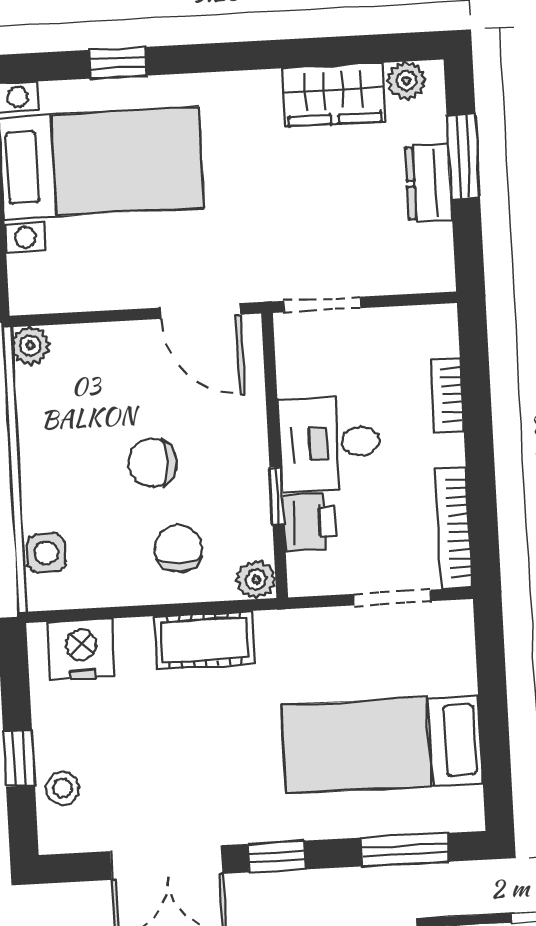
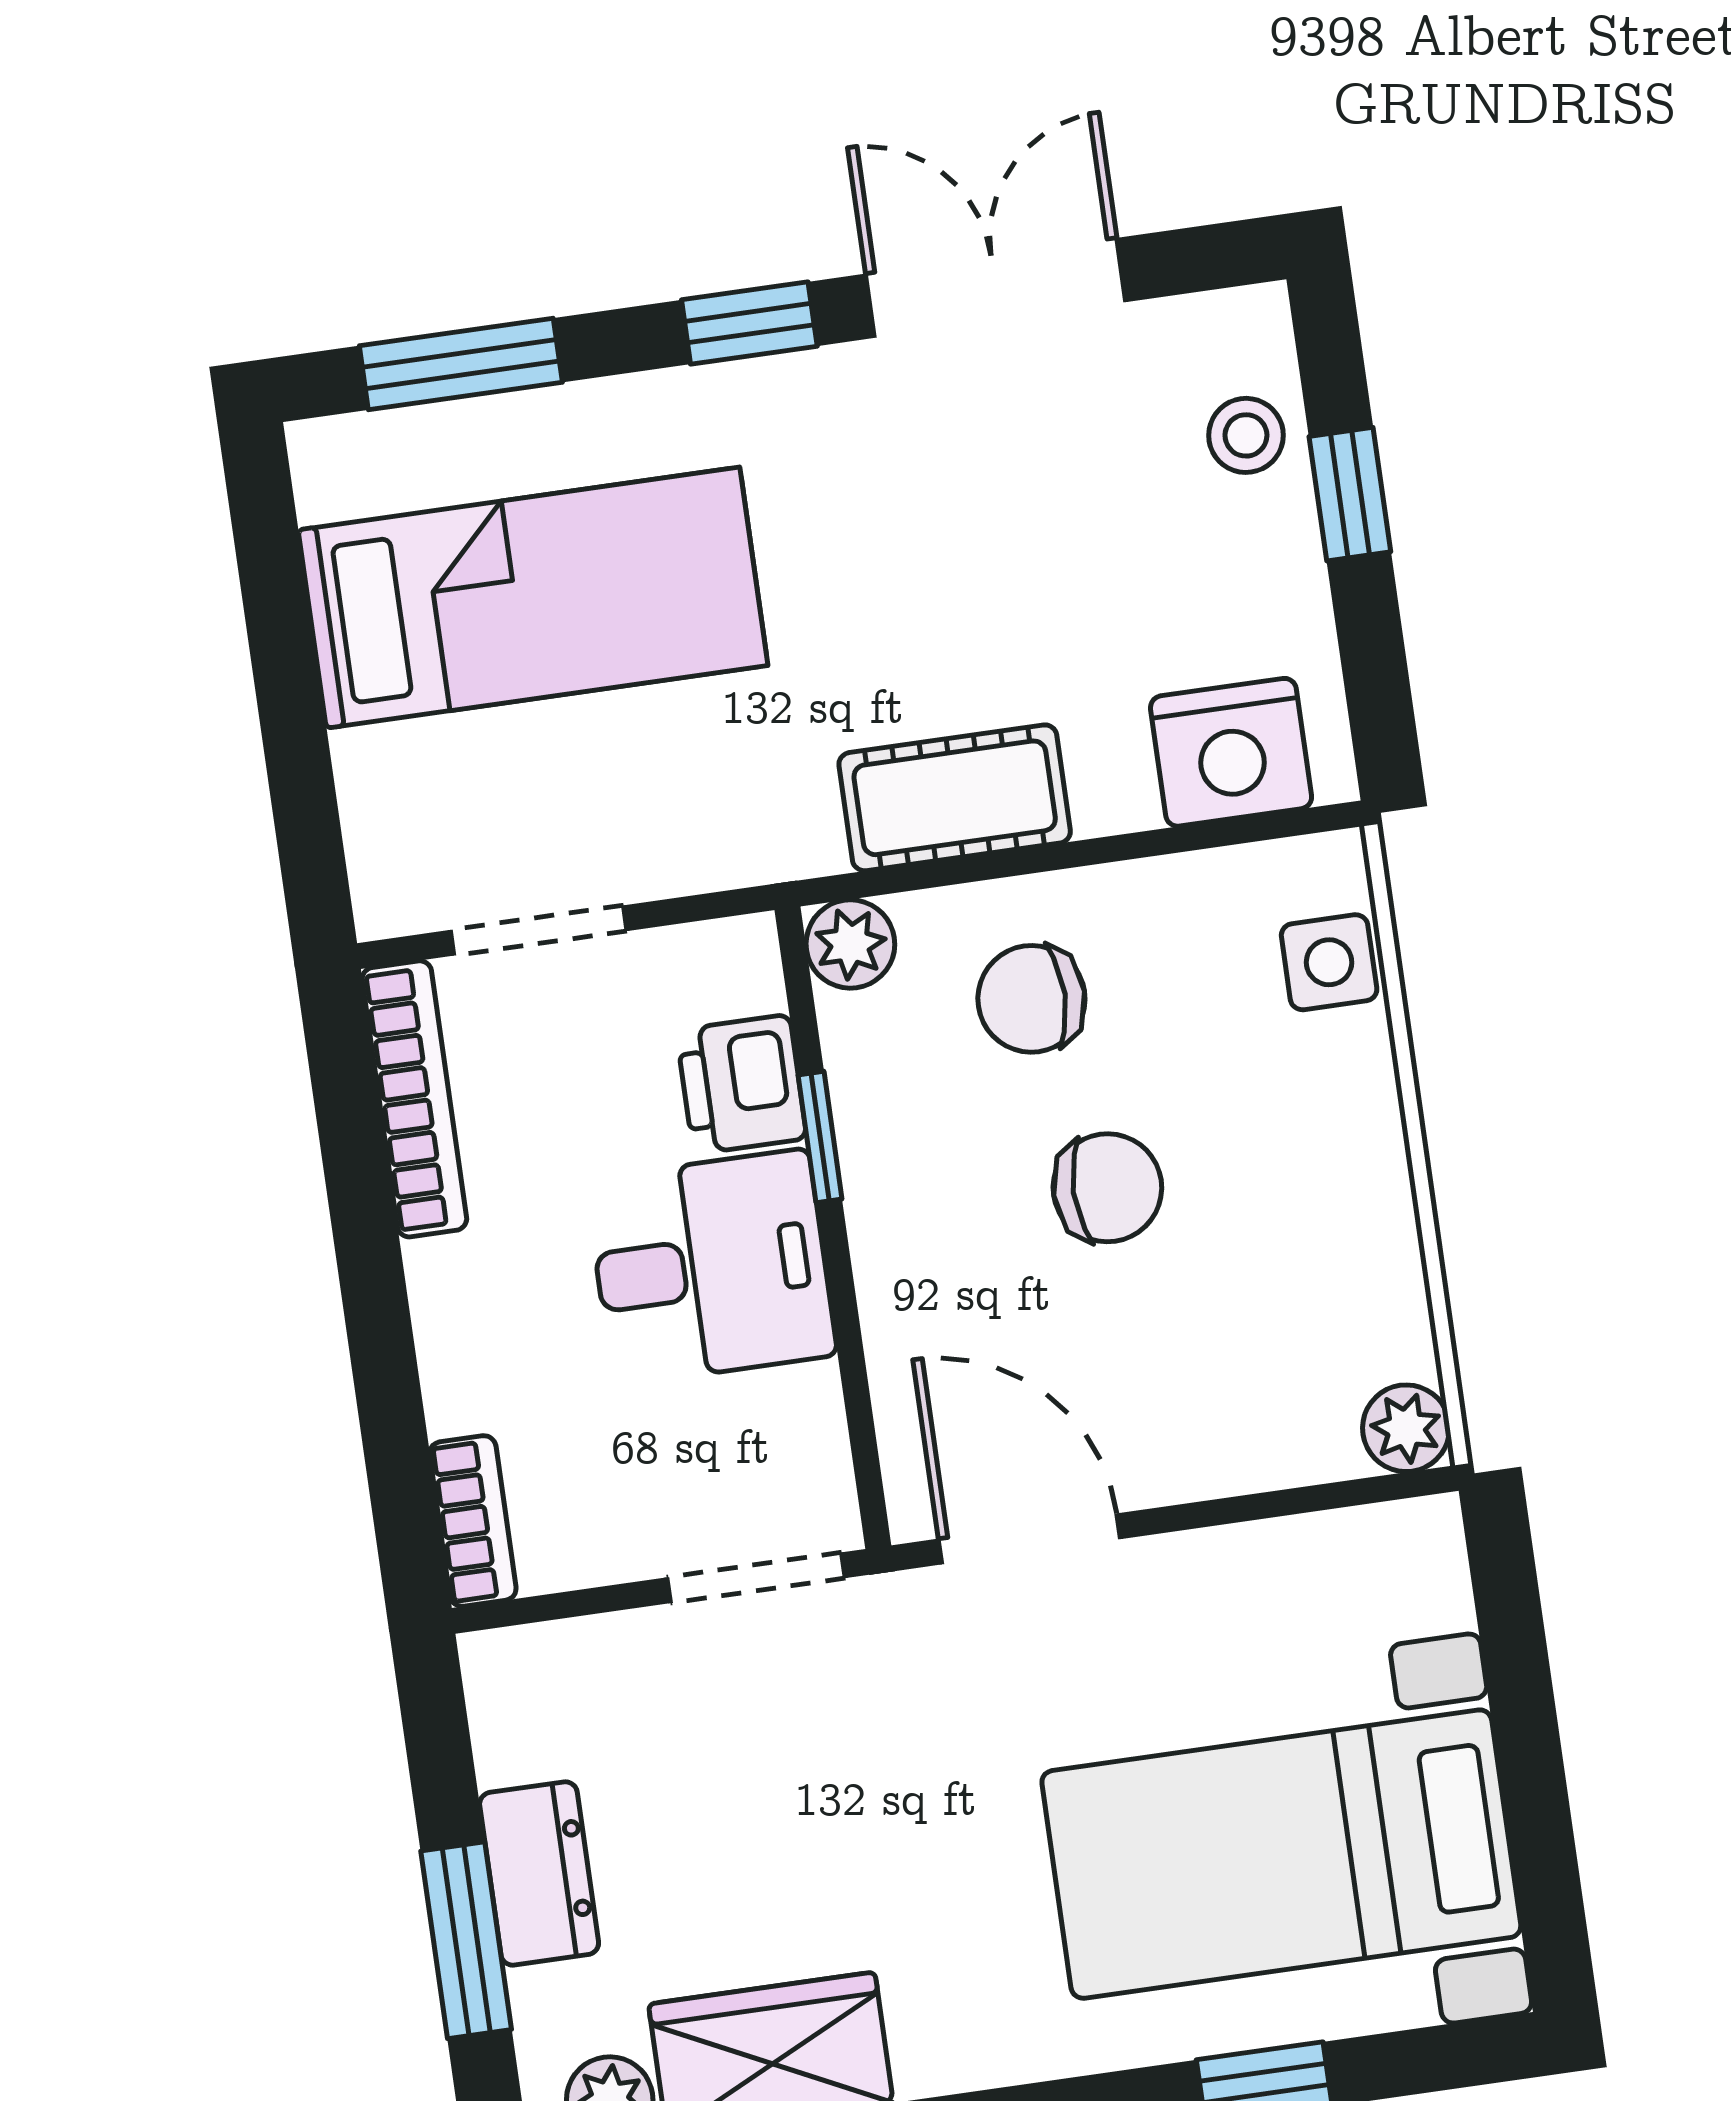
bookcase: (447, 395) -> (473, 1521), moved
chair: (178, 549) -> (1031, 999), turned 90

